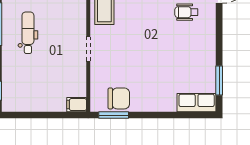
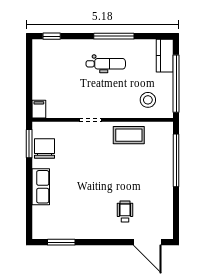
chair: (119, 98) -> (45, 149), turned 180
row of seats: (197, 103) -> (41, 187), moved

